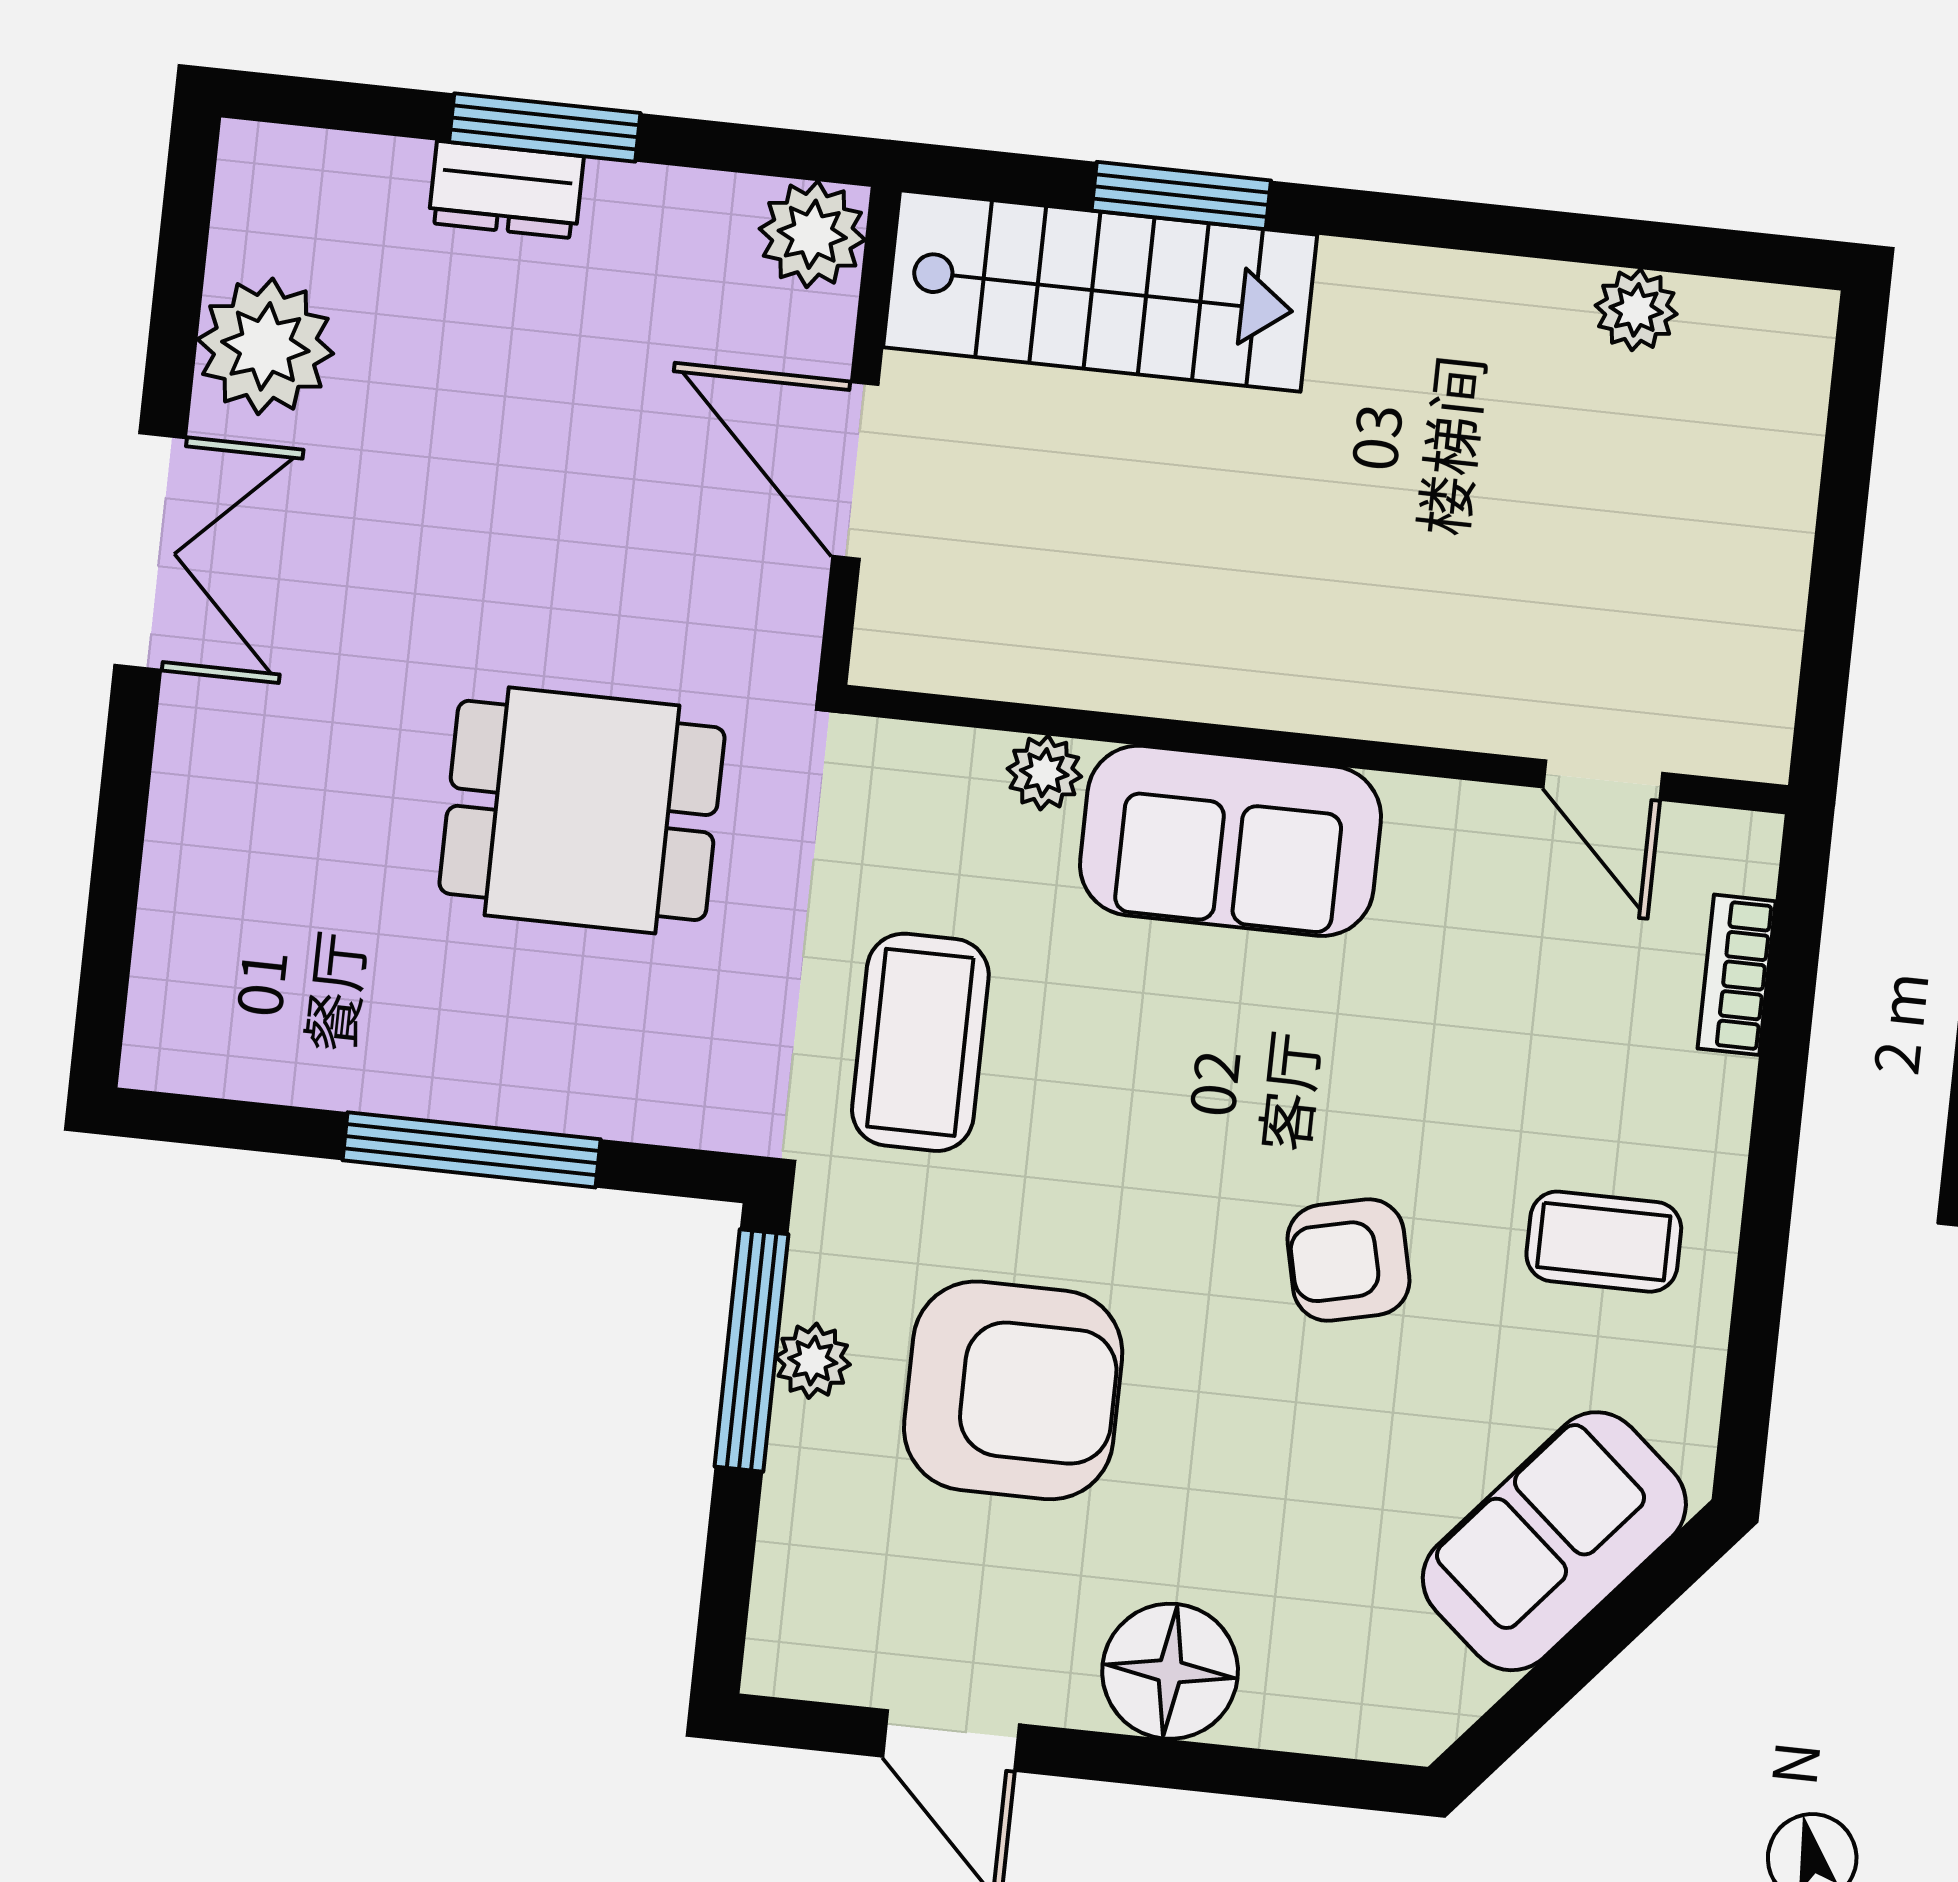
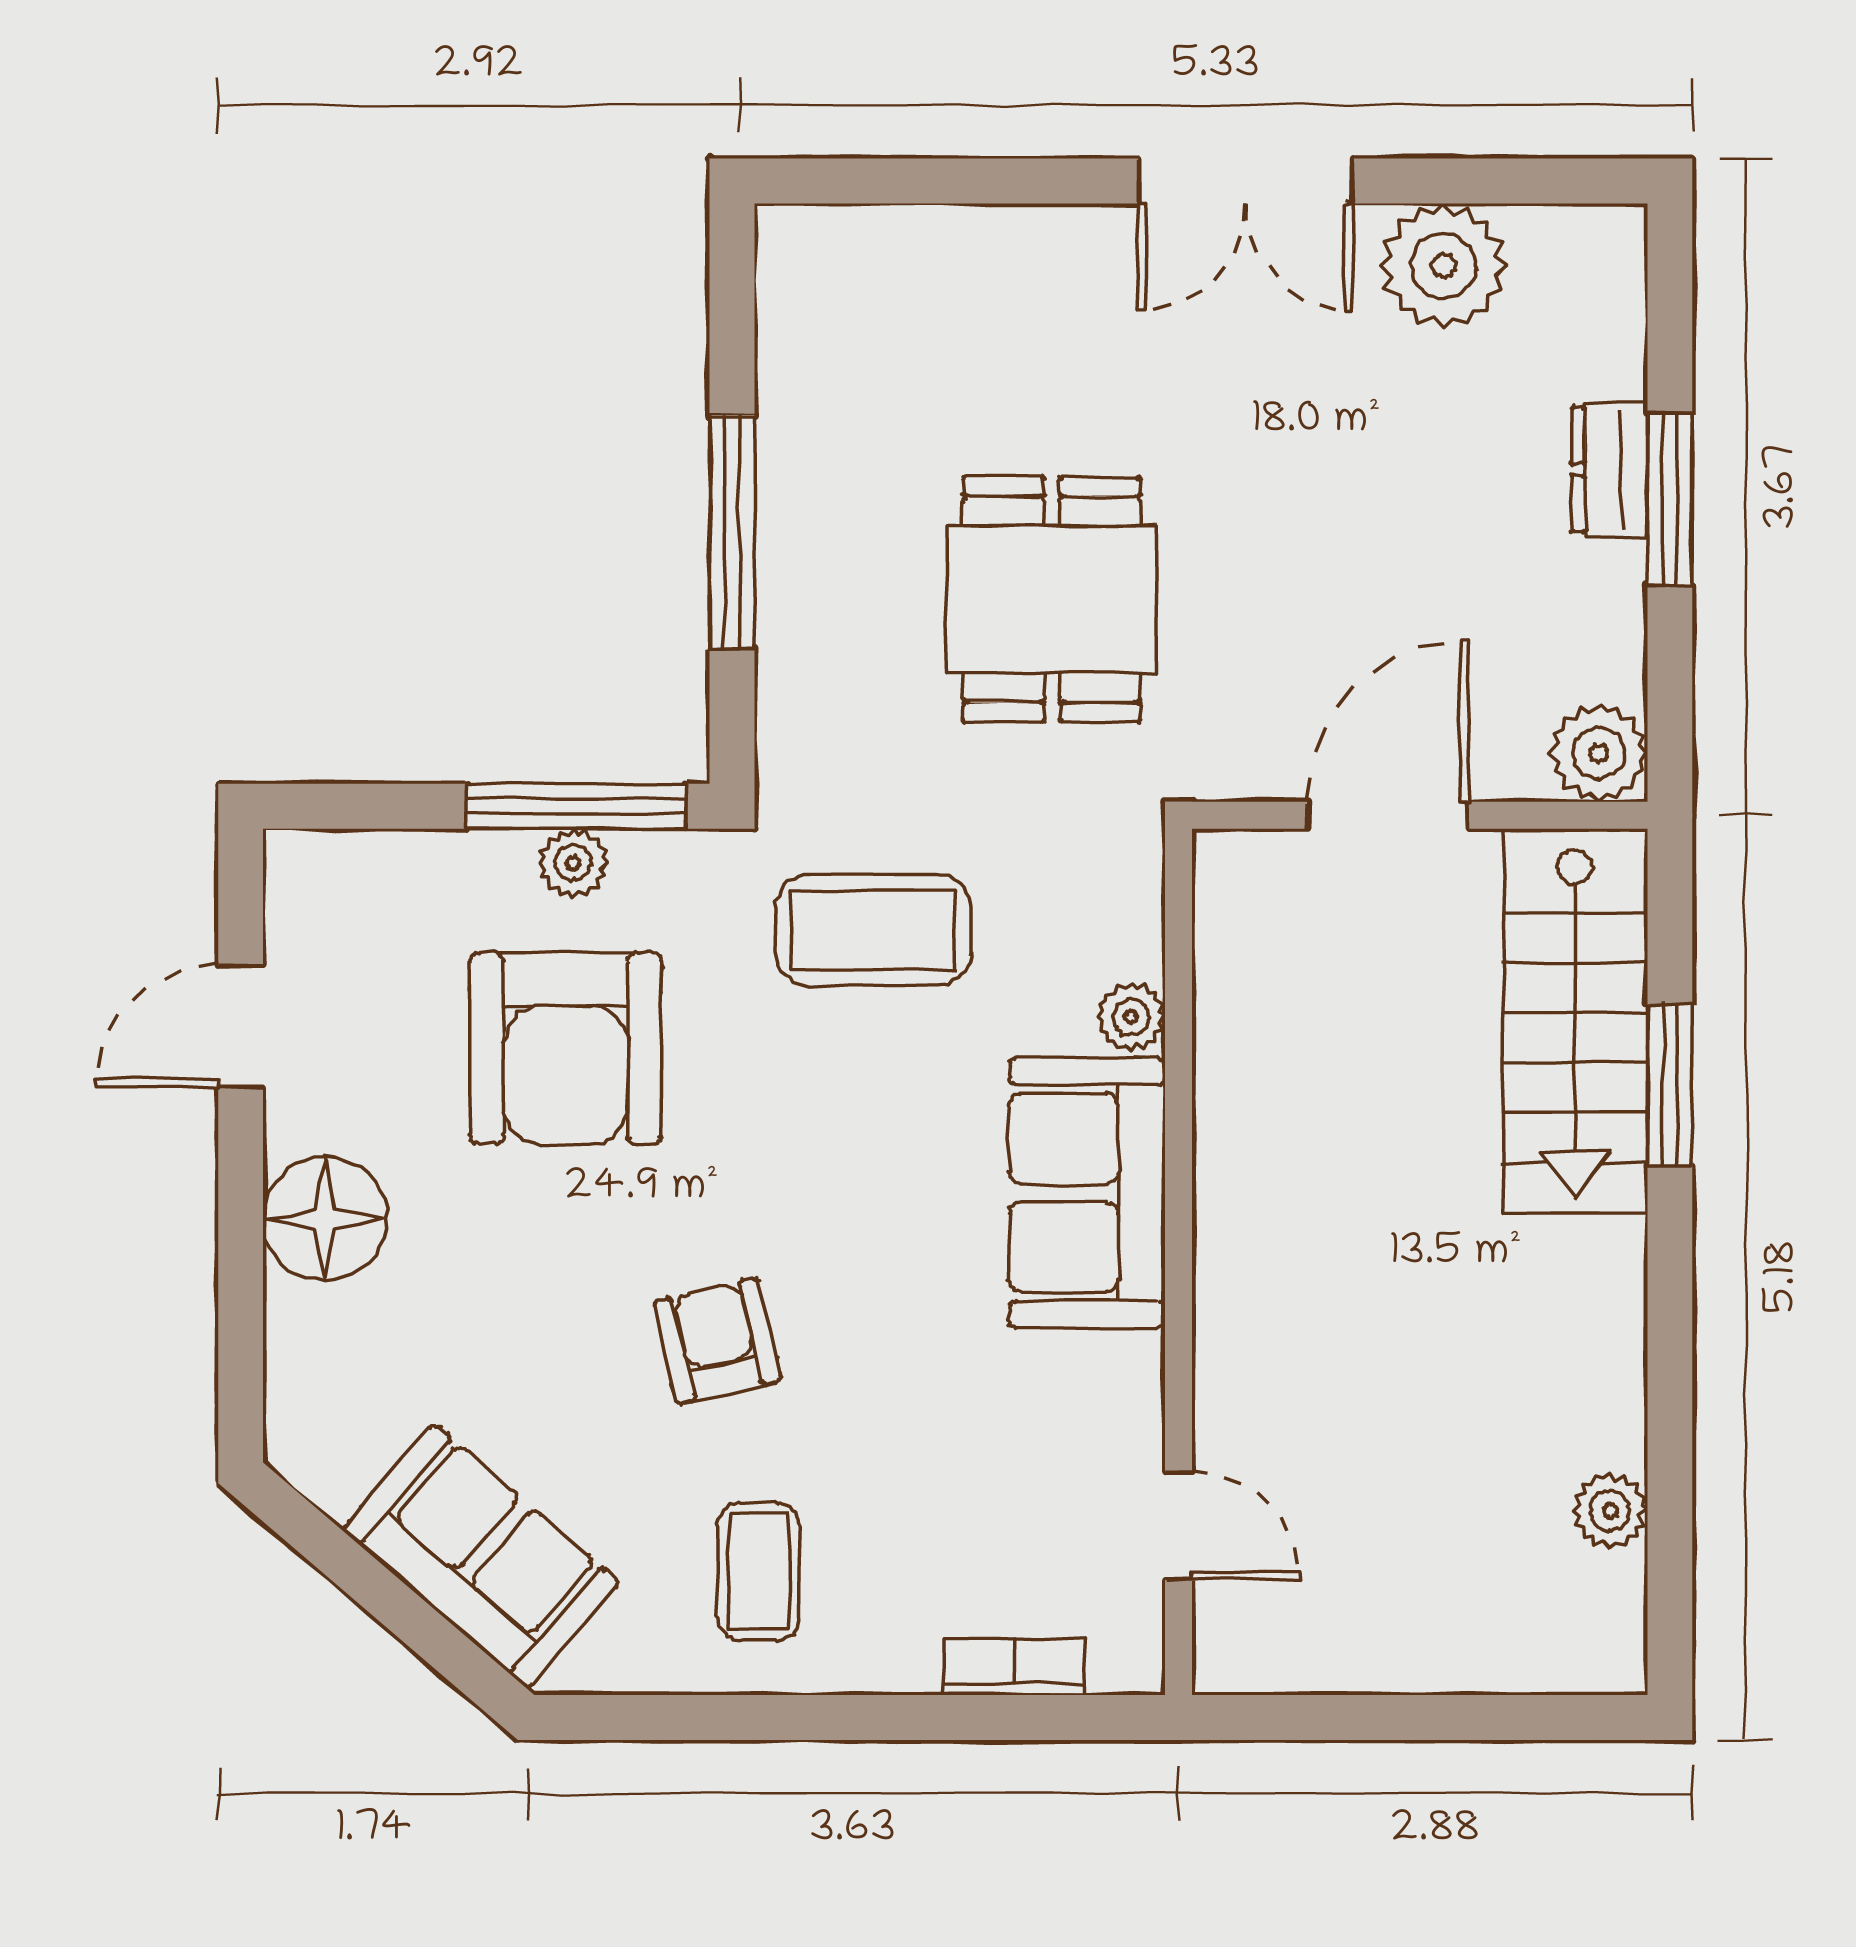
door: (1603, 780) -> (1179, 1526), swing flipped

